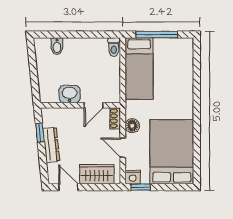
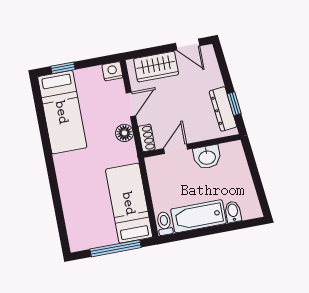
bathtub: (85, 48) -> (198, 216), added
dresser: (51, 145) -> (223, 109), moved
door: (123, 148) -> (131, 104), hinge flipped
bed: (172, 152) -> (62, 112), width x0.67
window: (141, 187) -> (63, 68), moved

